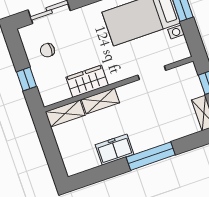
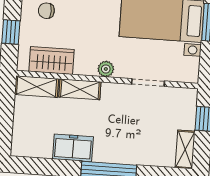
plant: (114, 76) -> (106, 69), added
wardrobe: (87, 81) -> (52, 60), moved

